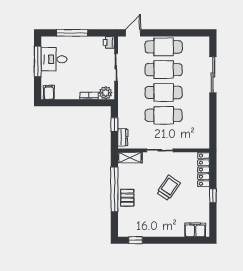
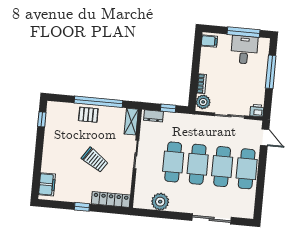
plant: (201, 124) -> (160, 202), added

